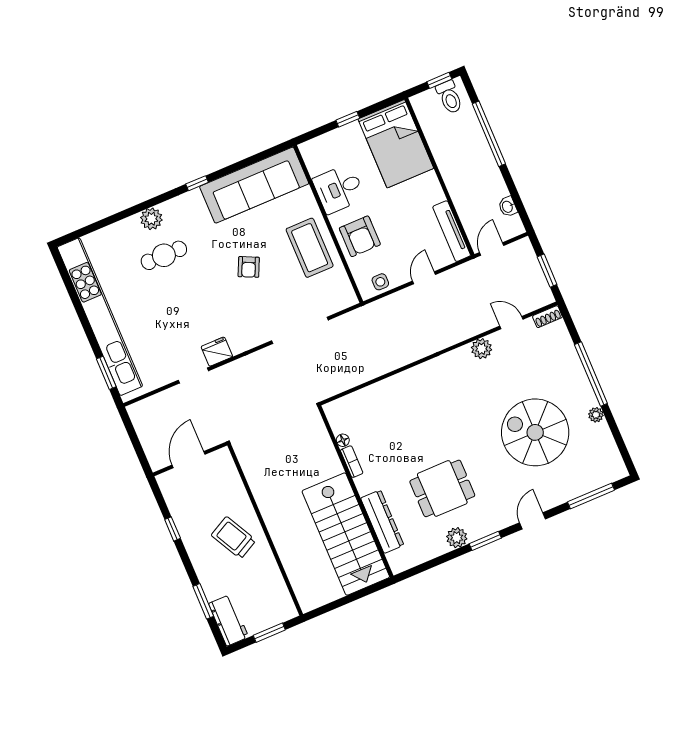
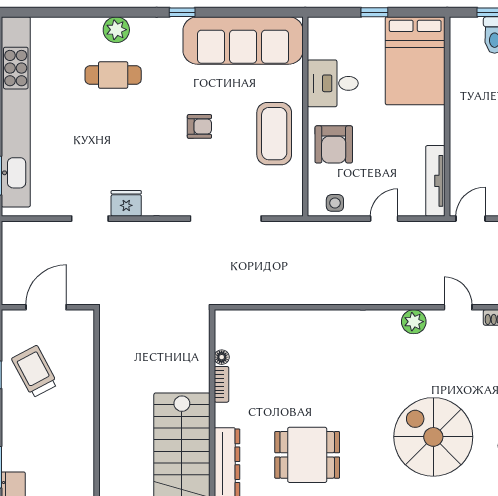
armchair: (249, 267) -> (199, 126), turned -115
trolley: (234, 538) -> (35, 372), moved

